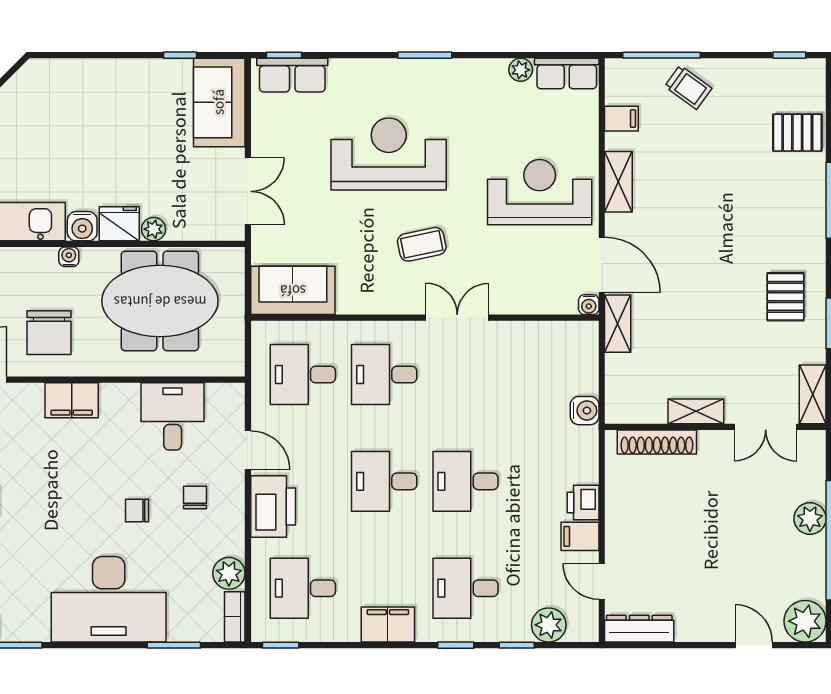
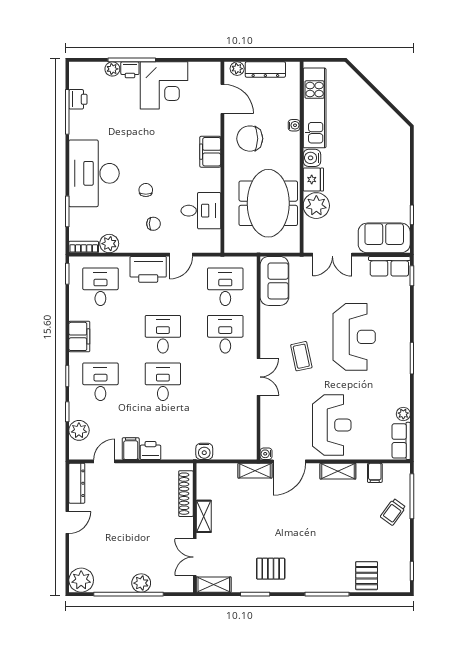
row of seats: (292, 75) -> (389, 266), moved, turned -90
plant: (153, 229) -> (316, 206), width x1.87, depth x1.87
water cooler: (69, 257) -> (294, 125), moved
door: (754, 645) -> (67, 522), moved

